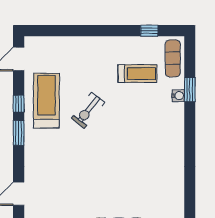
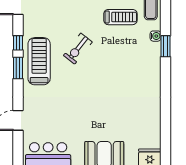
window: (190, 90) -> (165, 46), moved
treadmill: (46, 101) -> (39, 61), moved

